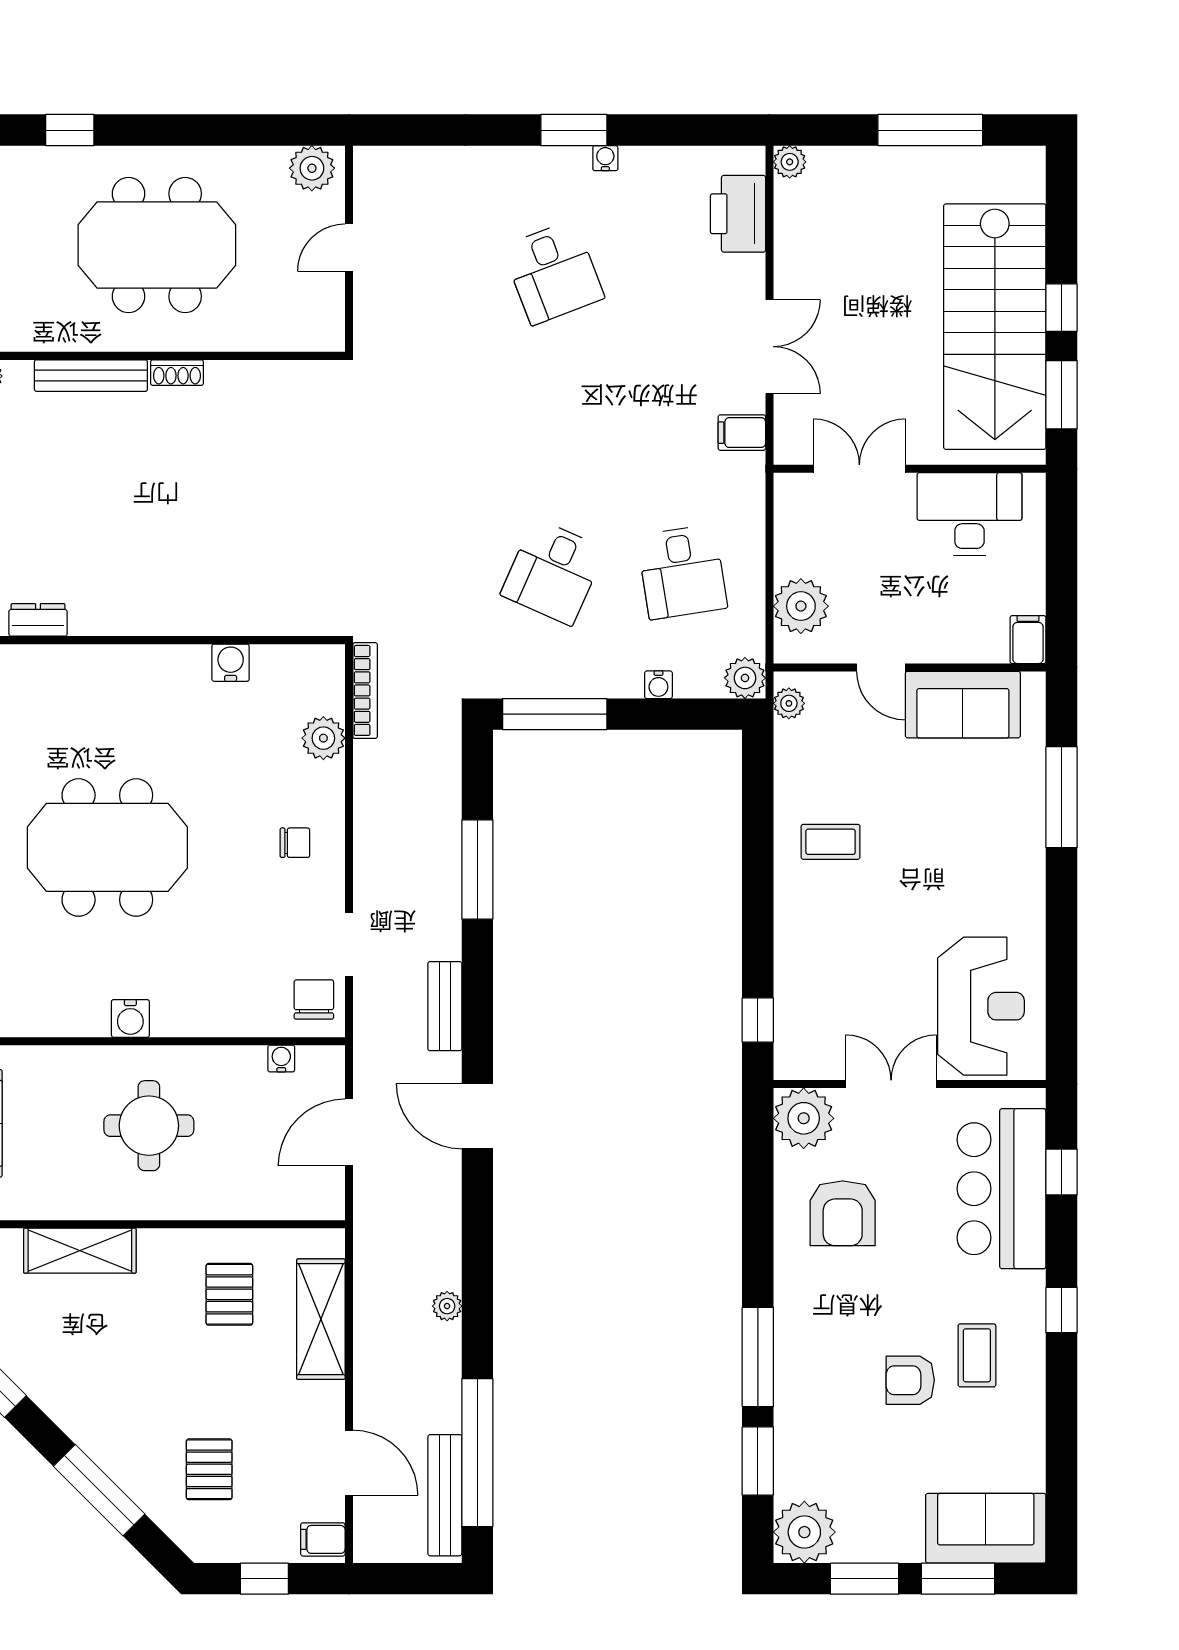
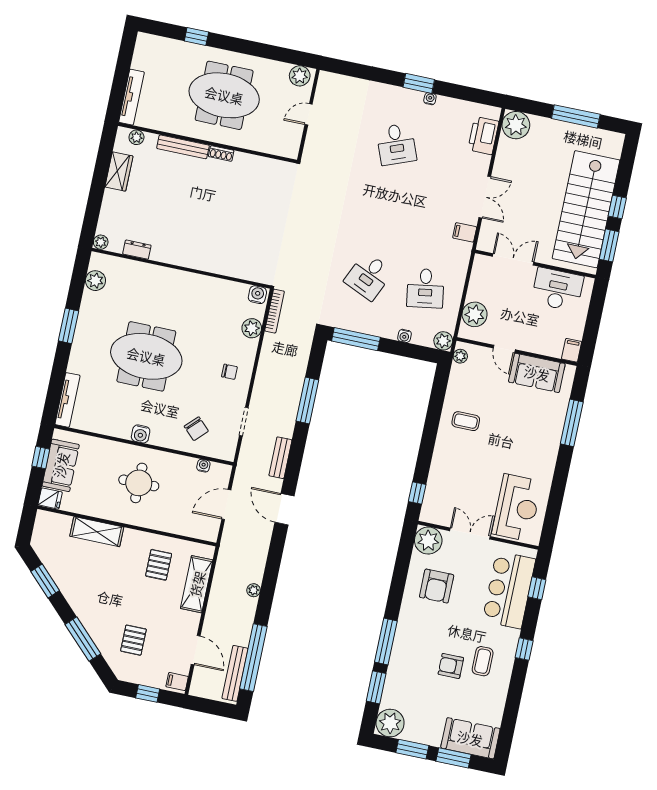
plant: (790, 162) -> (516, 125), width x1.87, depth x1.87
water cooler: (231, 663) -> (257, 295), moved
chair: (314, 1000) -> (196, 429), moved, turned 135

